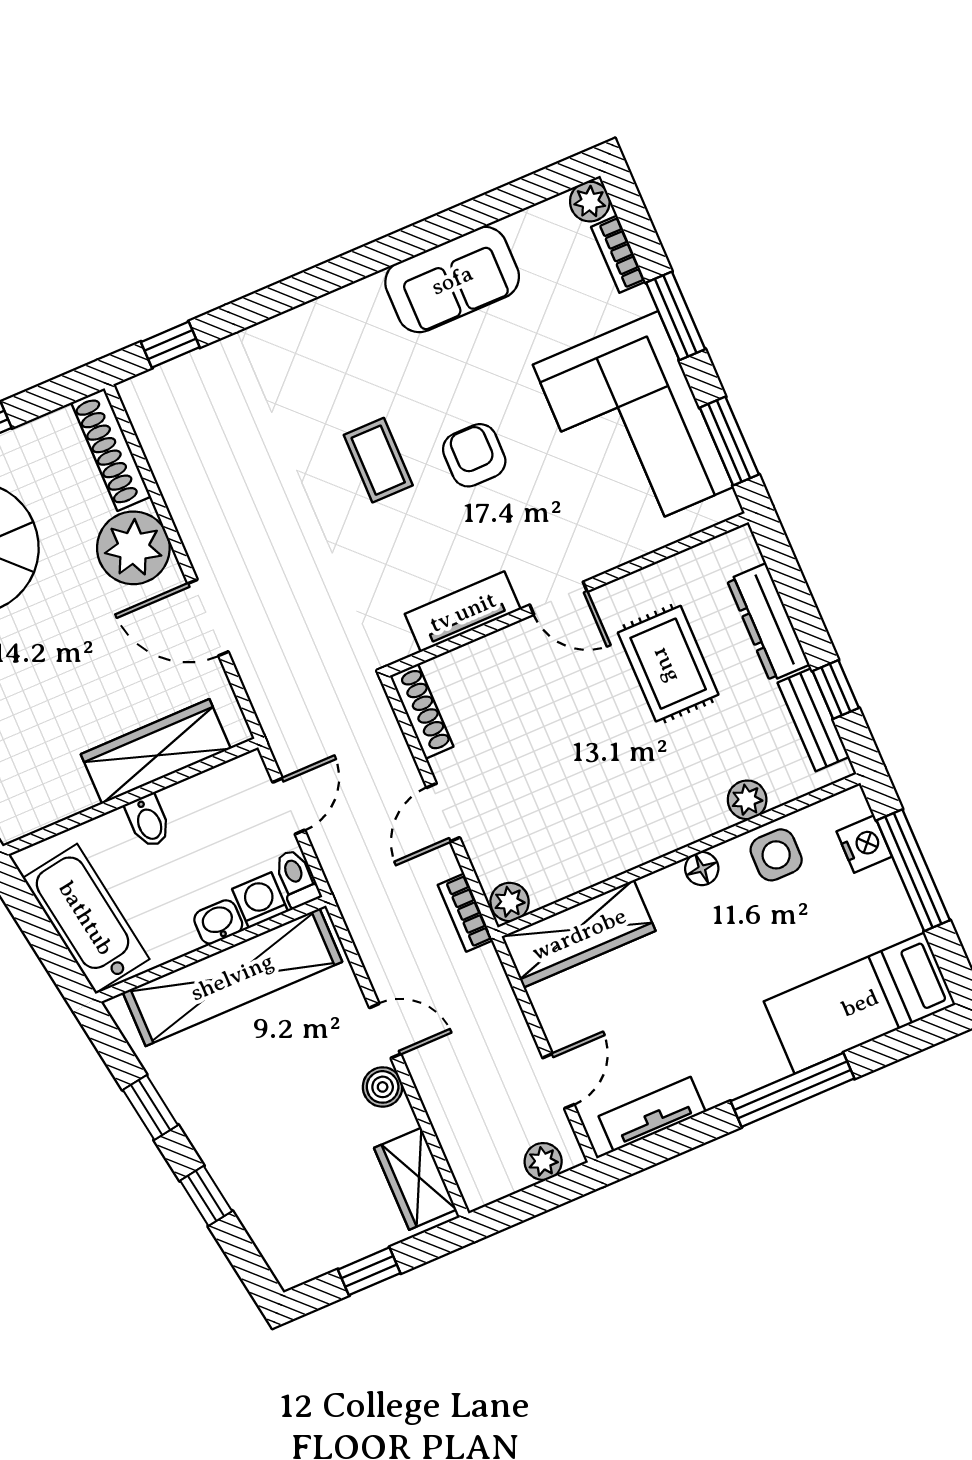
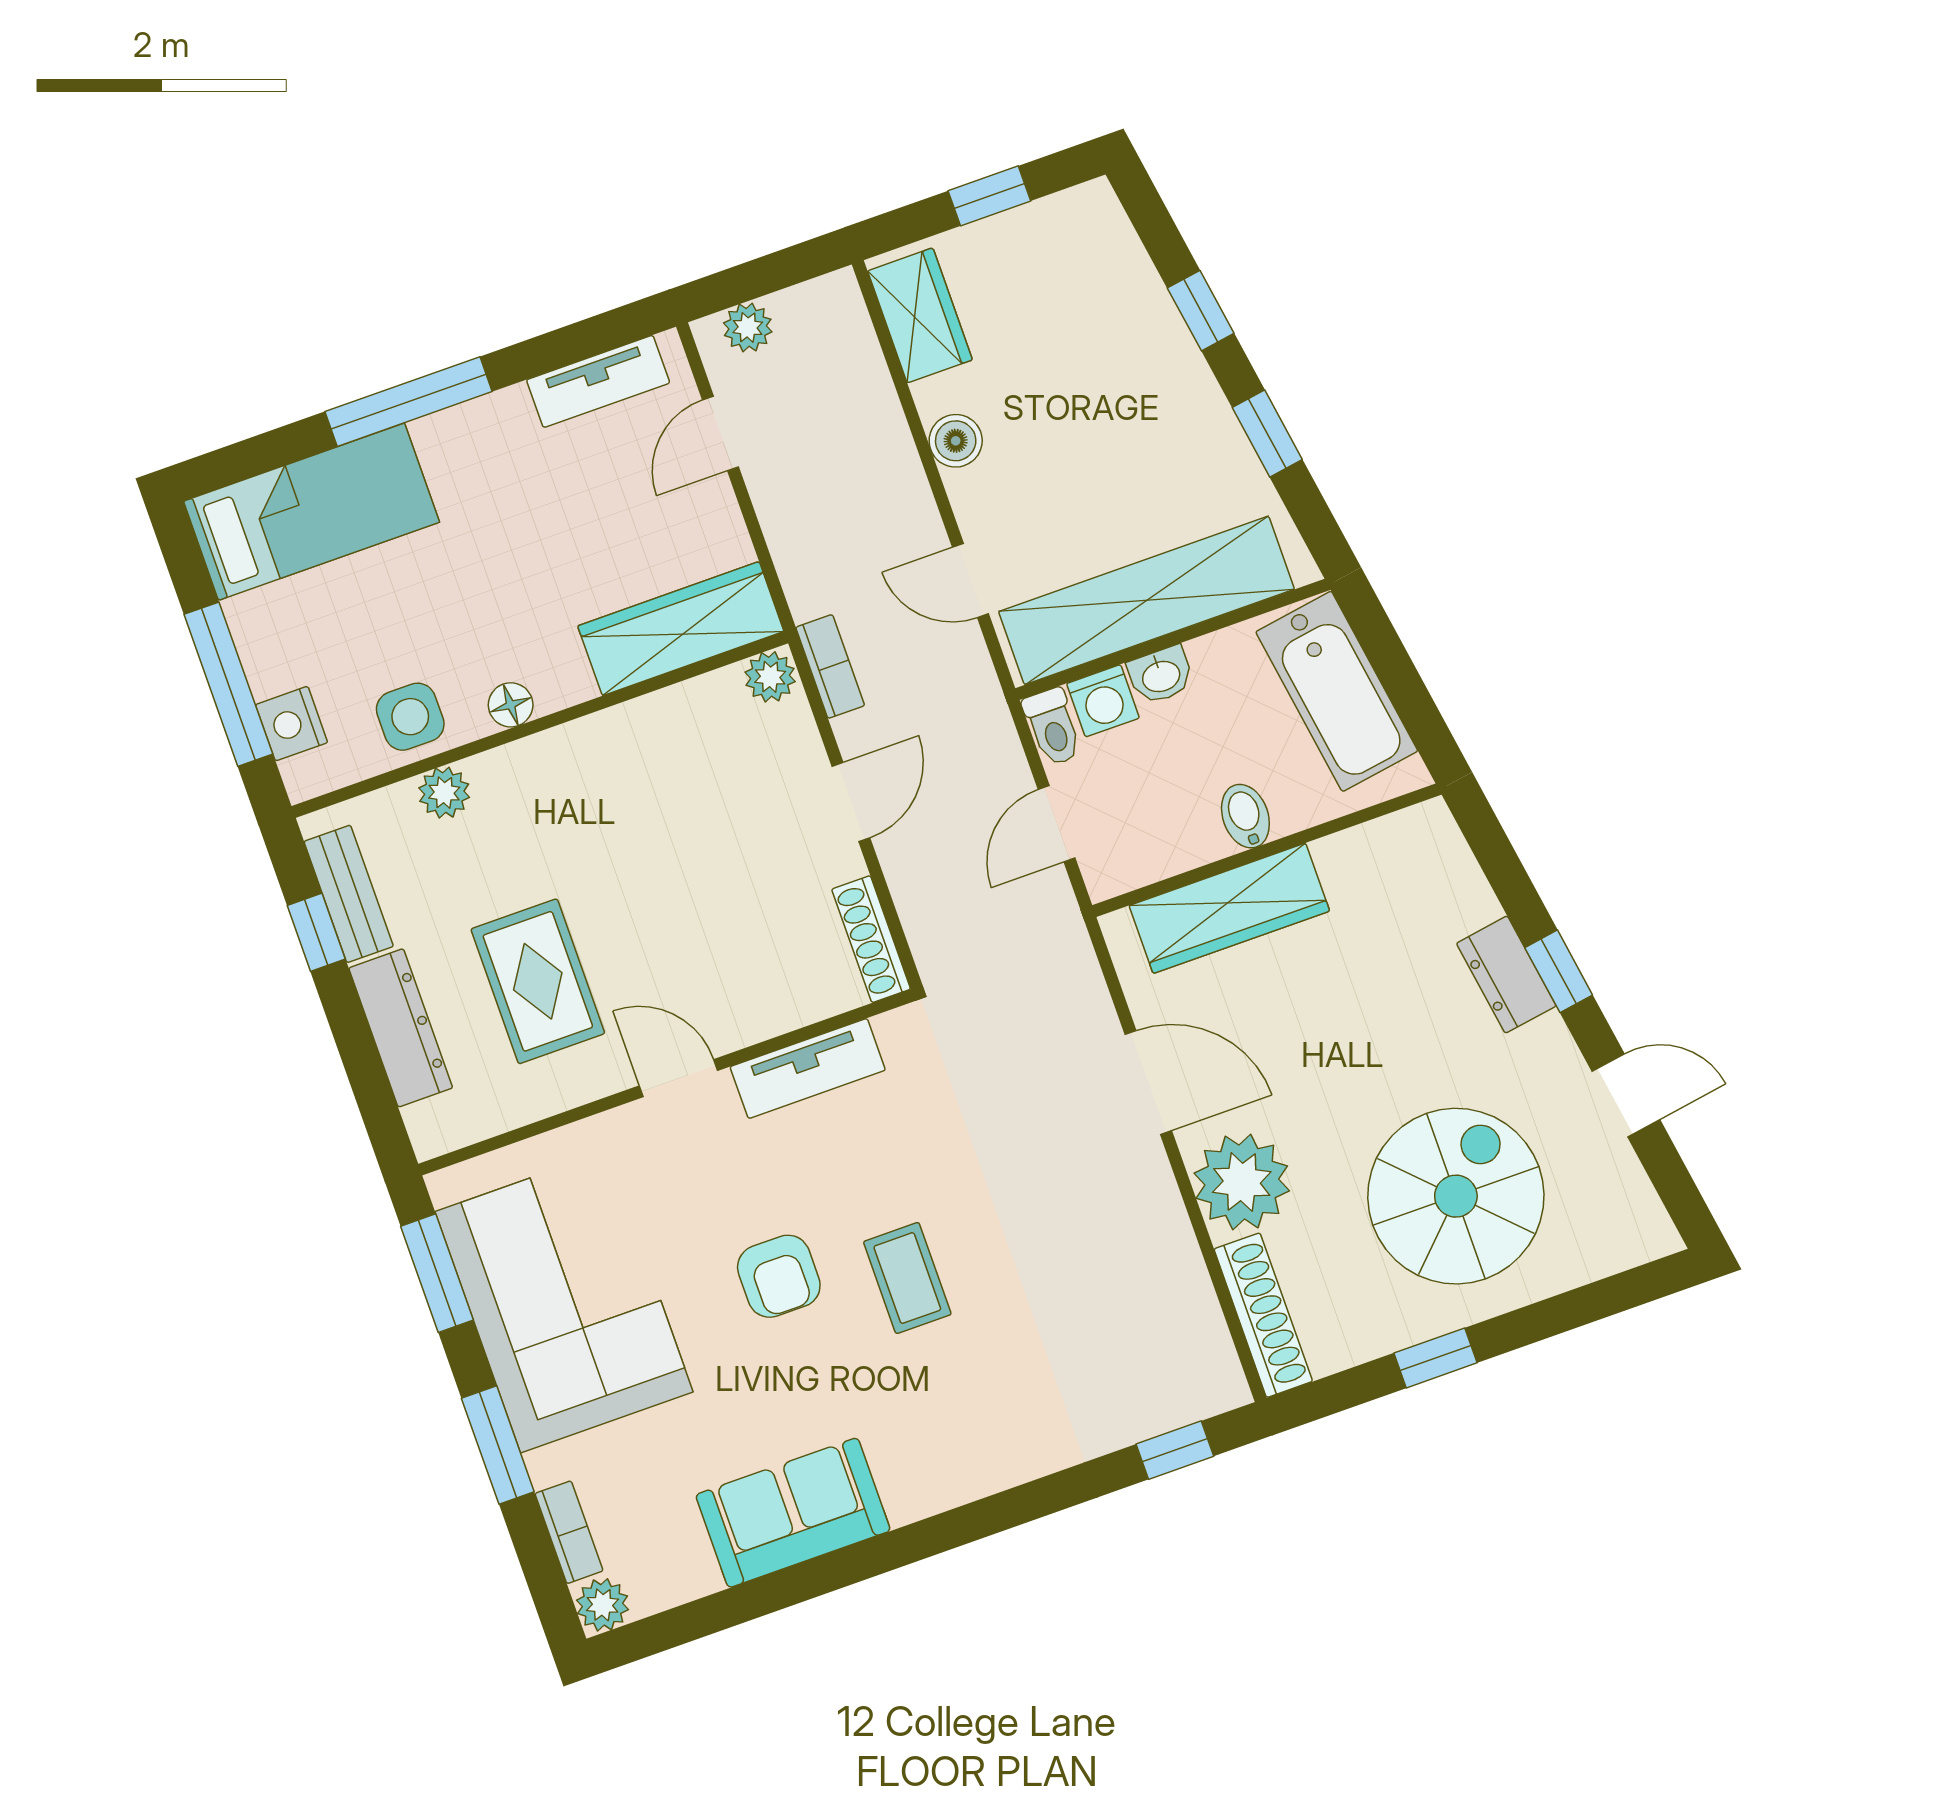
door: (385, 1031) -> (971, 581), moved

